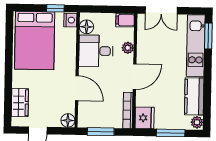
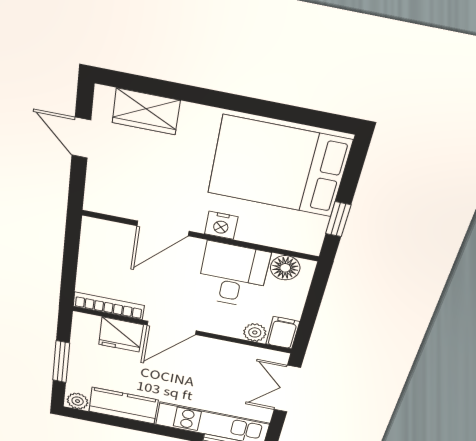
nightstand: (70, 20) -> (221, 225), moved
plant: (128, 48) -> (255, 333), moved
door: (135, 77) -> (172, 328), hinge flipped
fridge: (145, 118) -> (121, 335), moved
floor lamp: (68, 120) -> (98, 200), removed
window: (101, 132) -> (71, 254), removed

